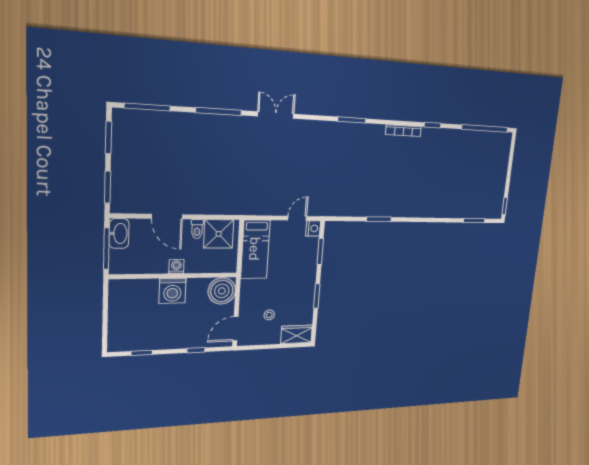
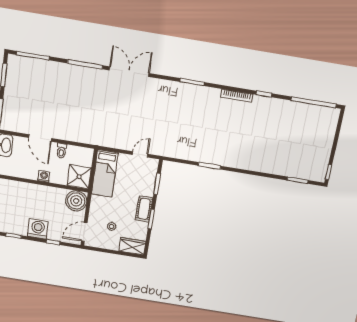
double door: (276, 115) -> (129, 72), width x1.37
nightstand: (313, 228) -> (153, 165), removed
shower: (219, 234) -> (79, 177), moved
cot: (307, 285) -> (144, 209), added
washing machine: (172, 291) -> (38, 229), moved, turned 180

